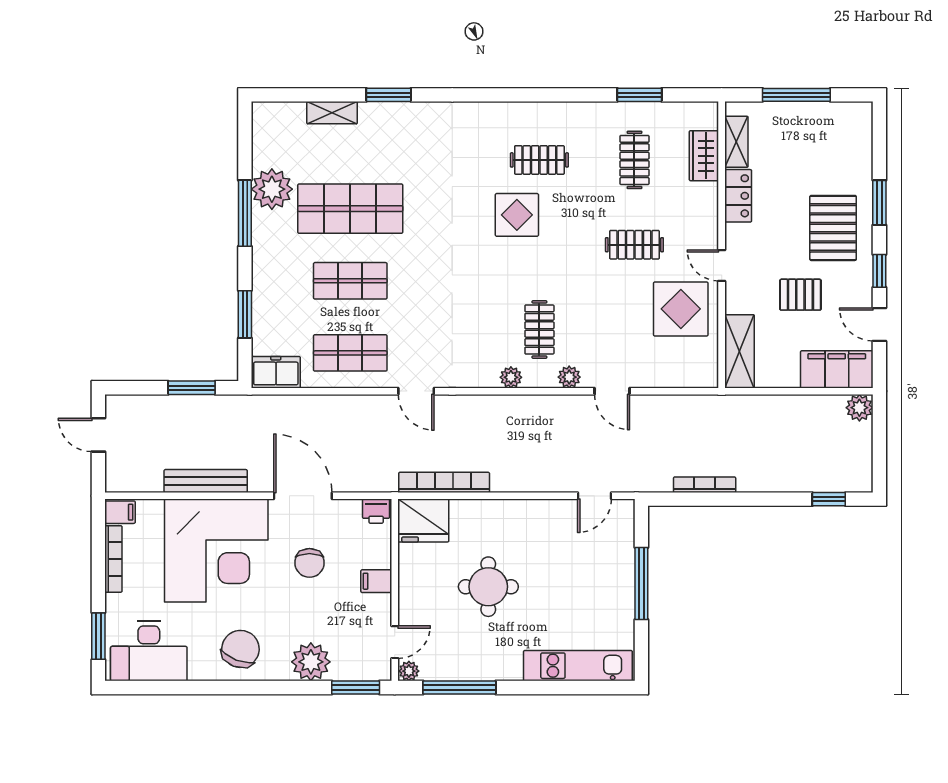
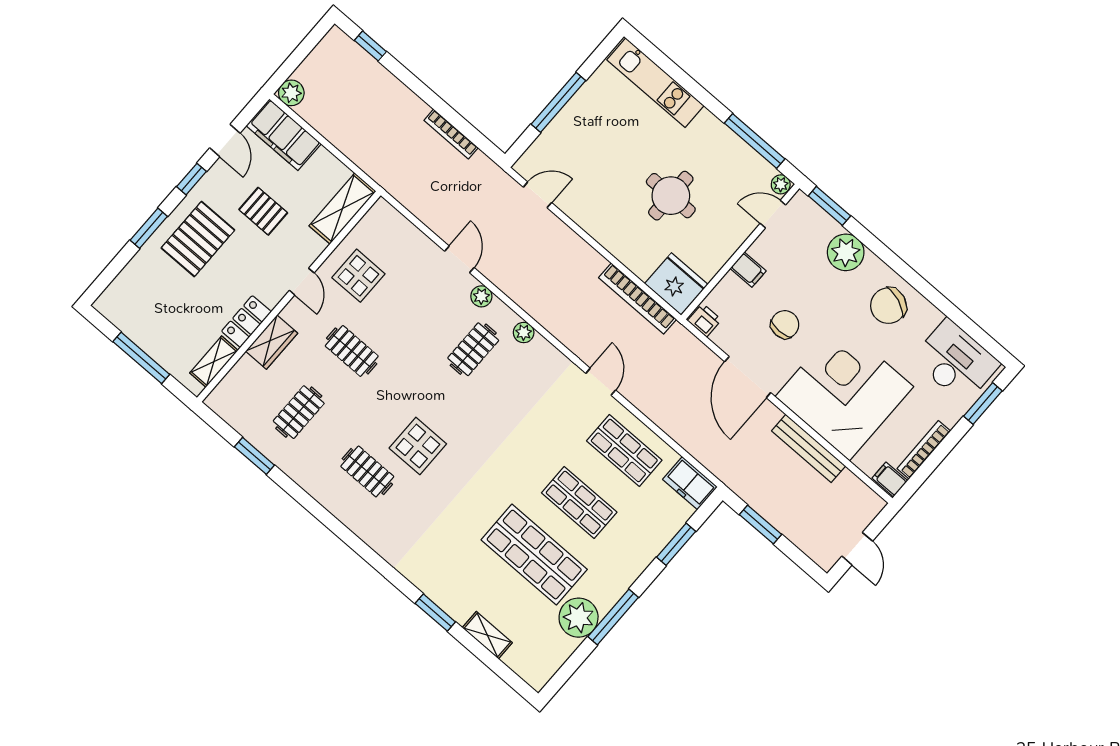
wardrobe: (704, 156) -> (272, 342), moved
display table: (681, 309) -> (358, 276), width x0.73, depth x0.73

